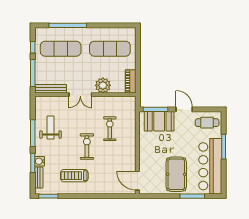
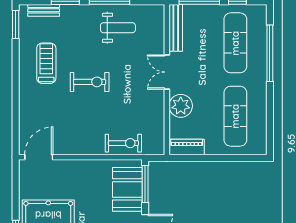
exercise bike: (110, 129) -> (123, 143), moved
water cooler: (40, 161) -> (68, 11), removed

